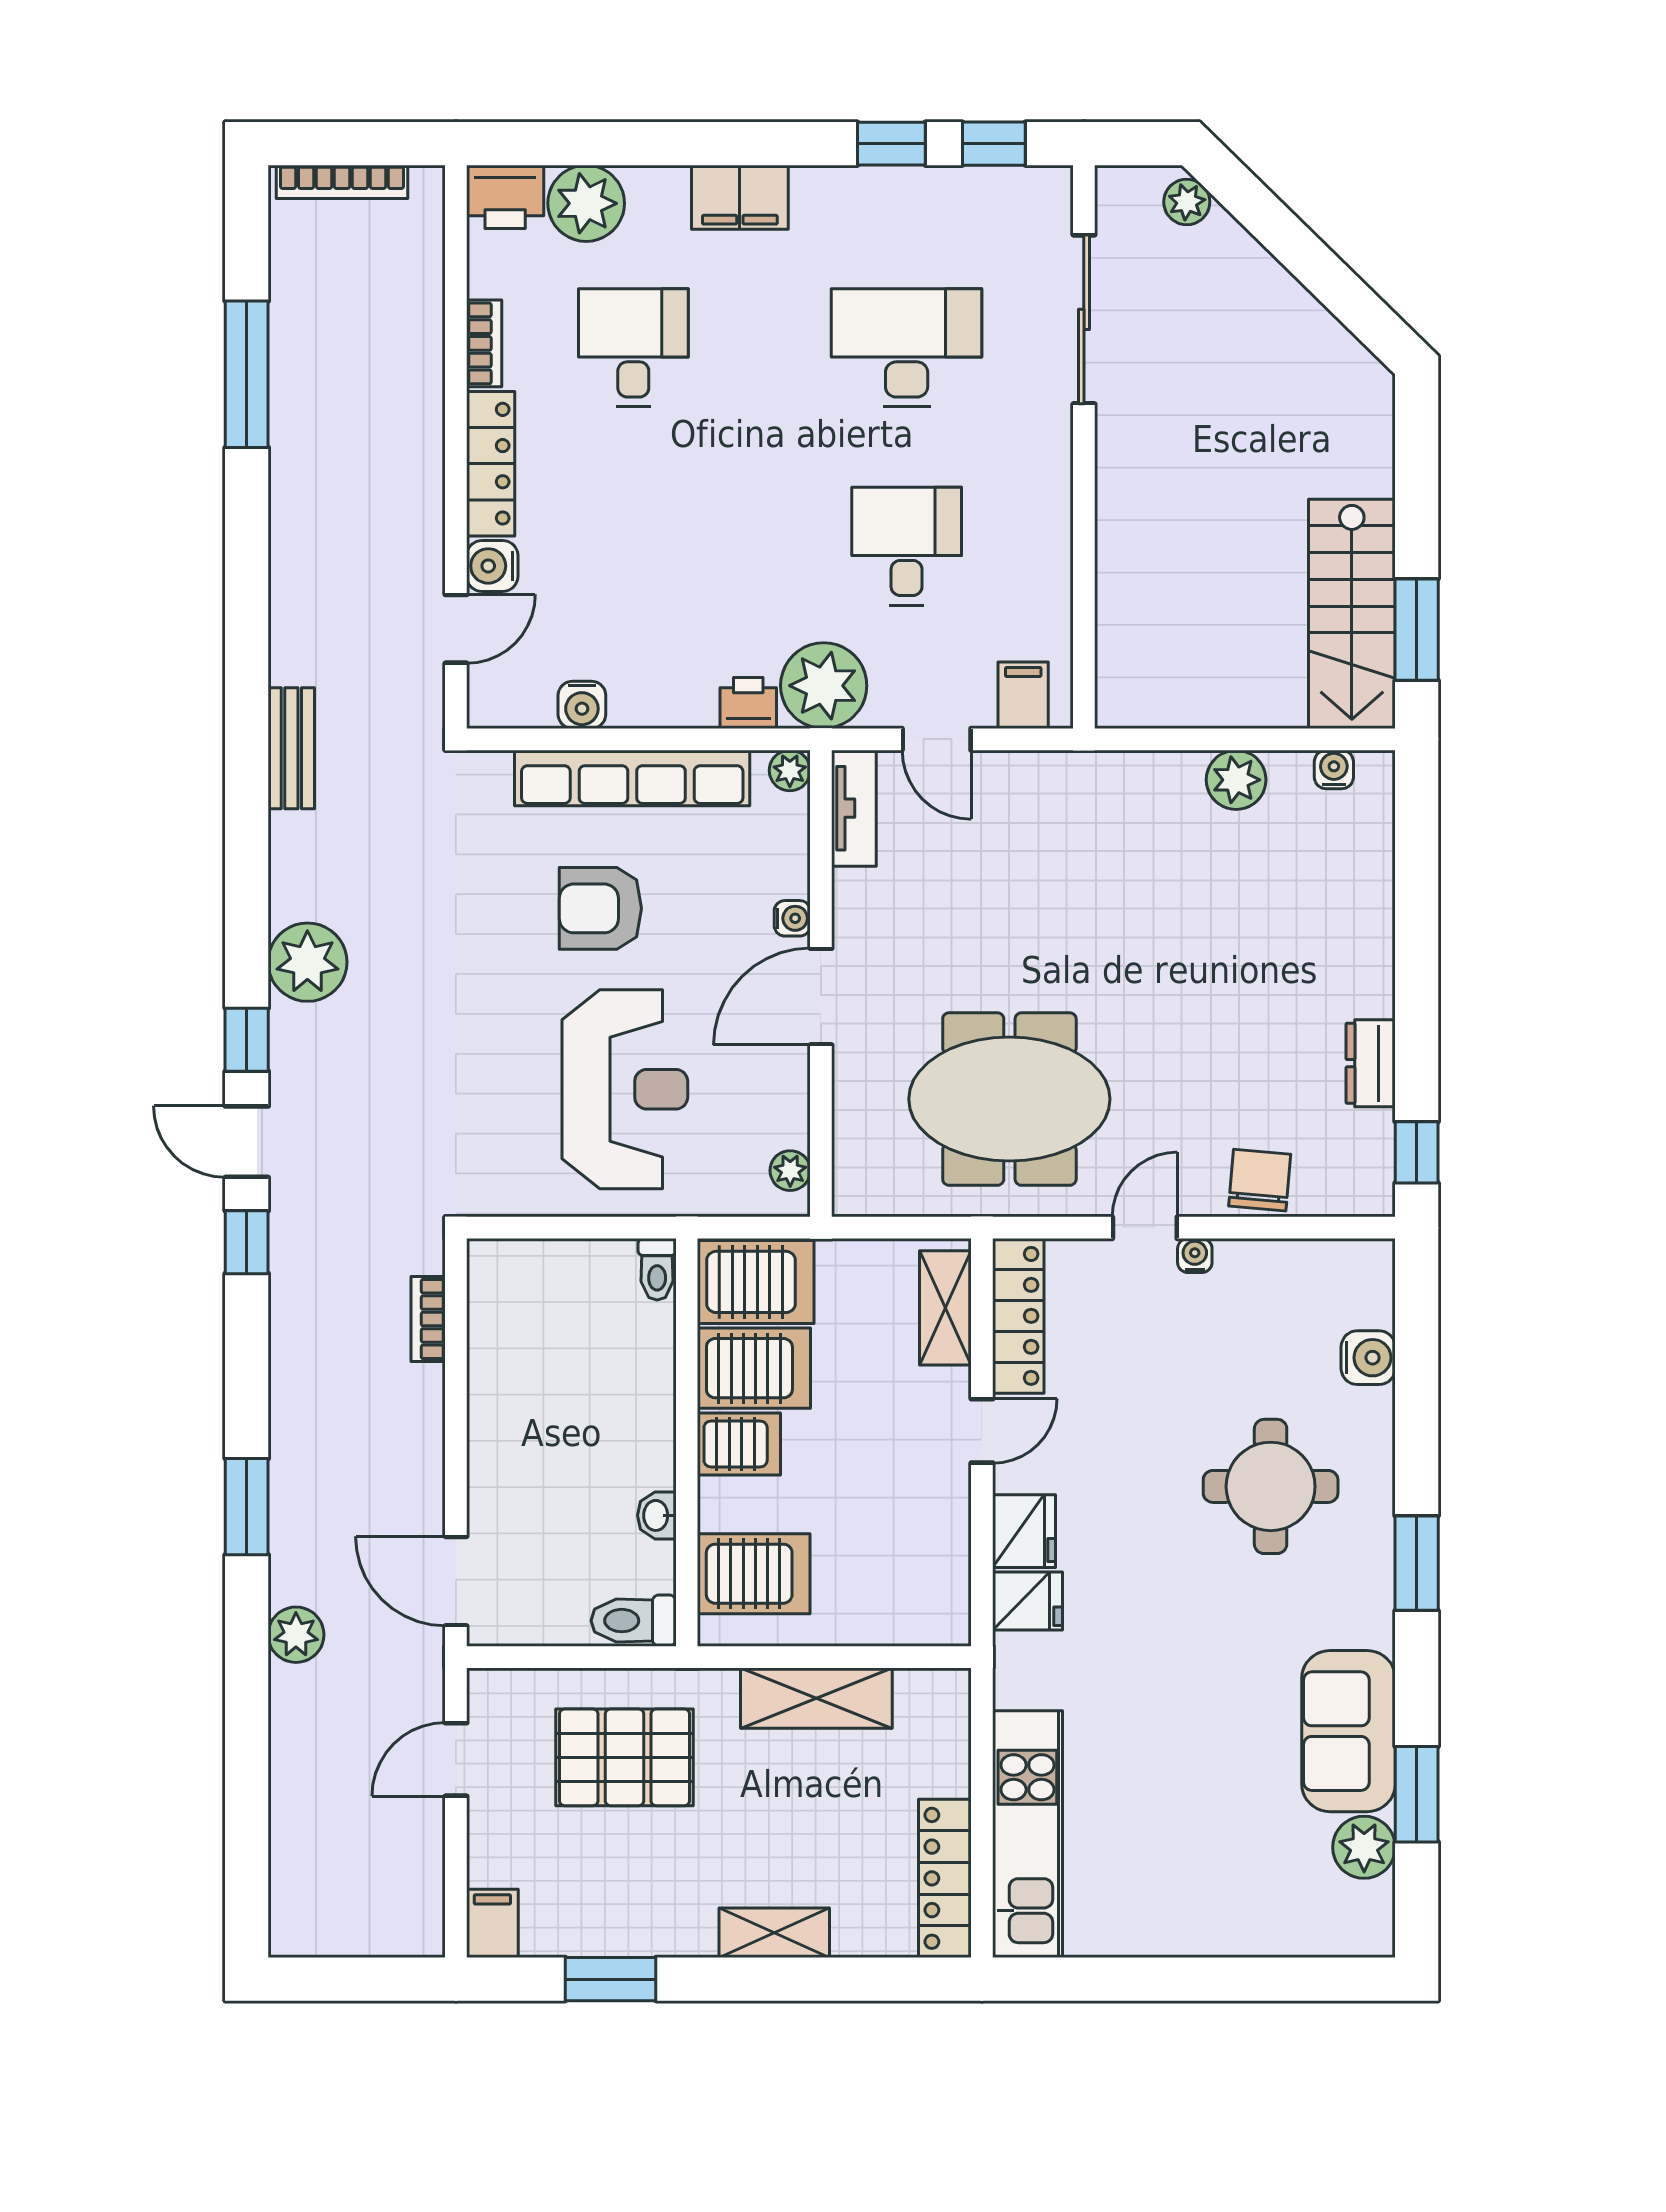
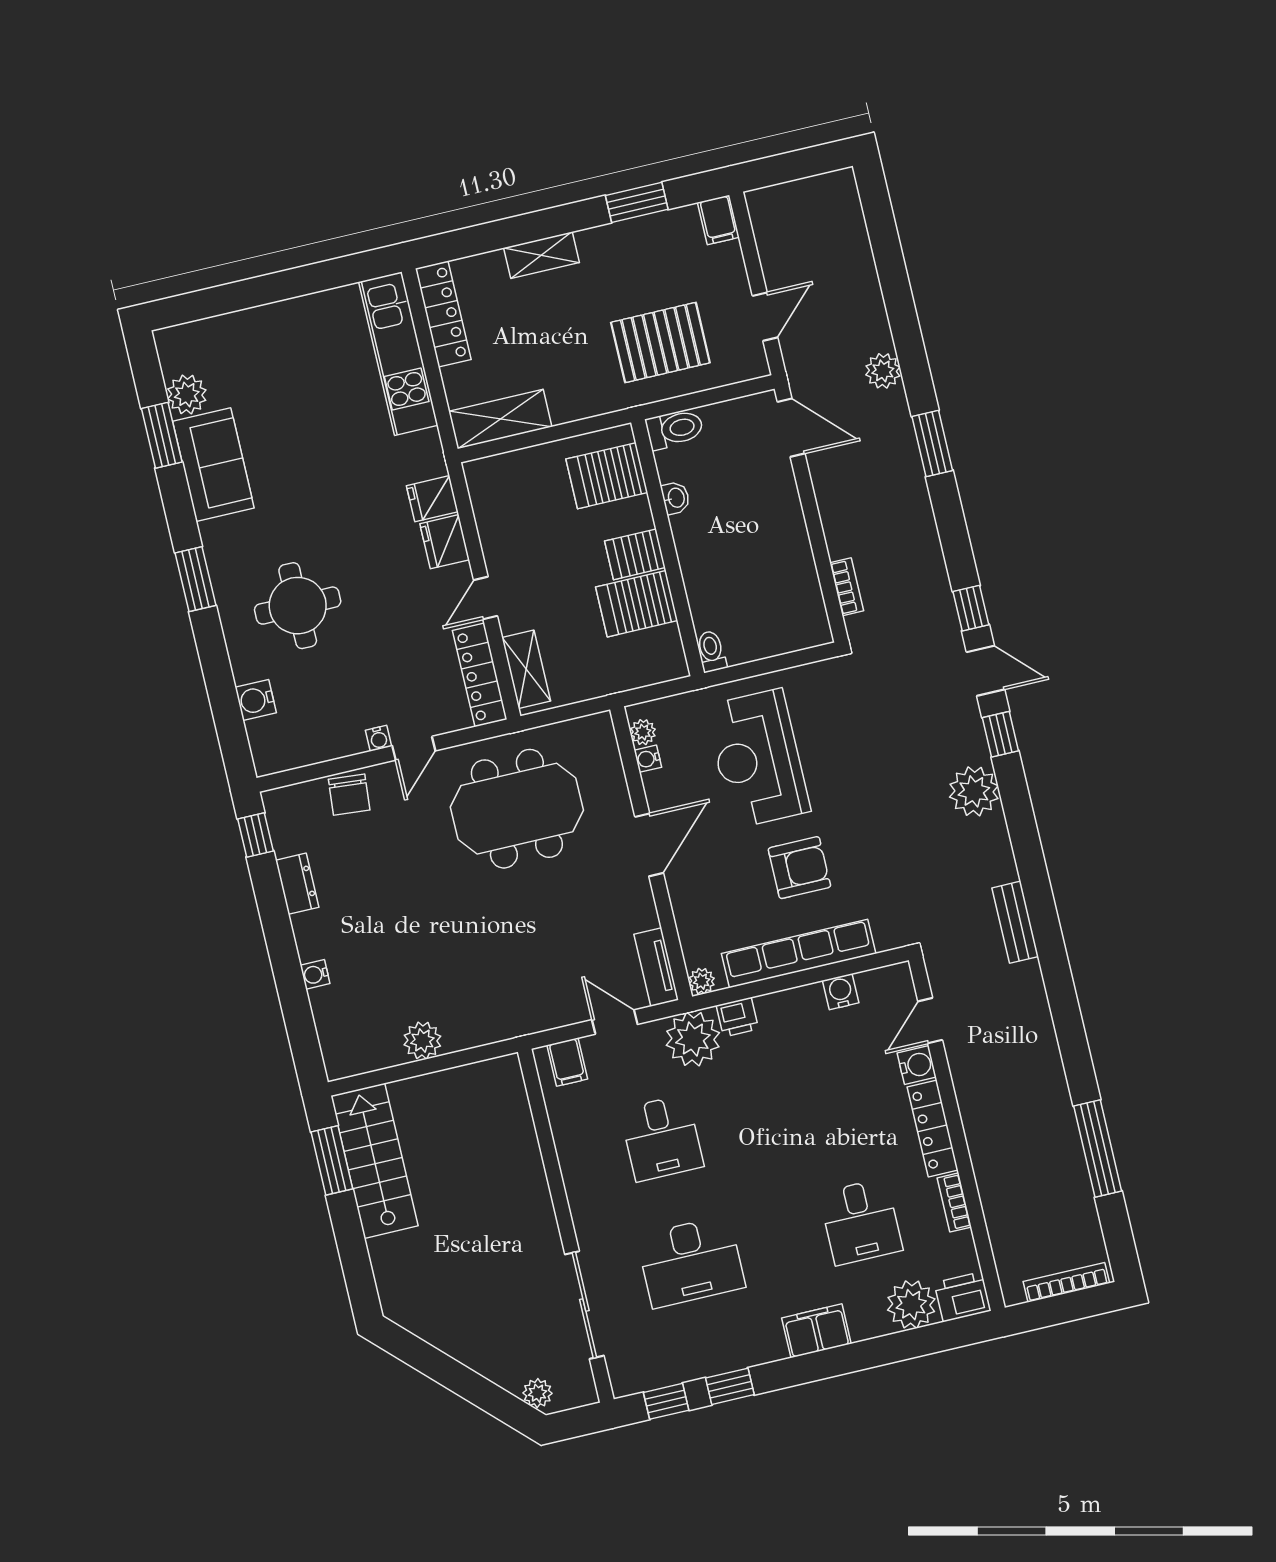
water cooler: (1334, 769) -> (315, 974), moved, turned 90
water cooler: (792, 918) -> (648, 759), moved
server rack: (756, 1282) -> (648, 658), removed
shelving: (816, 1698) -> (500, 419), moved

